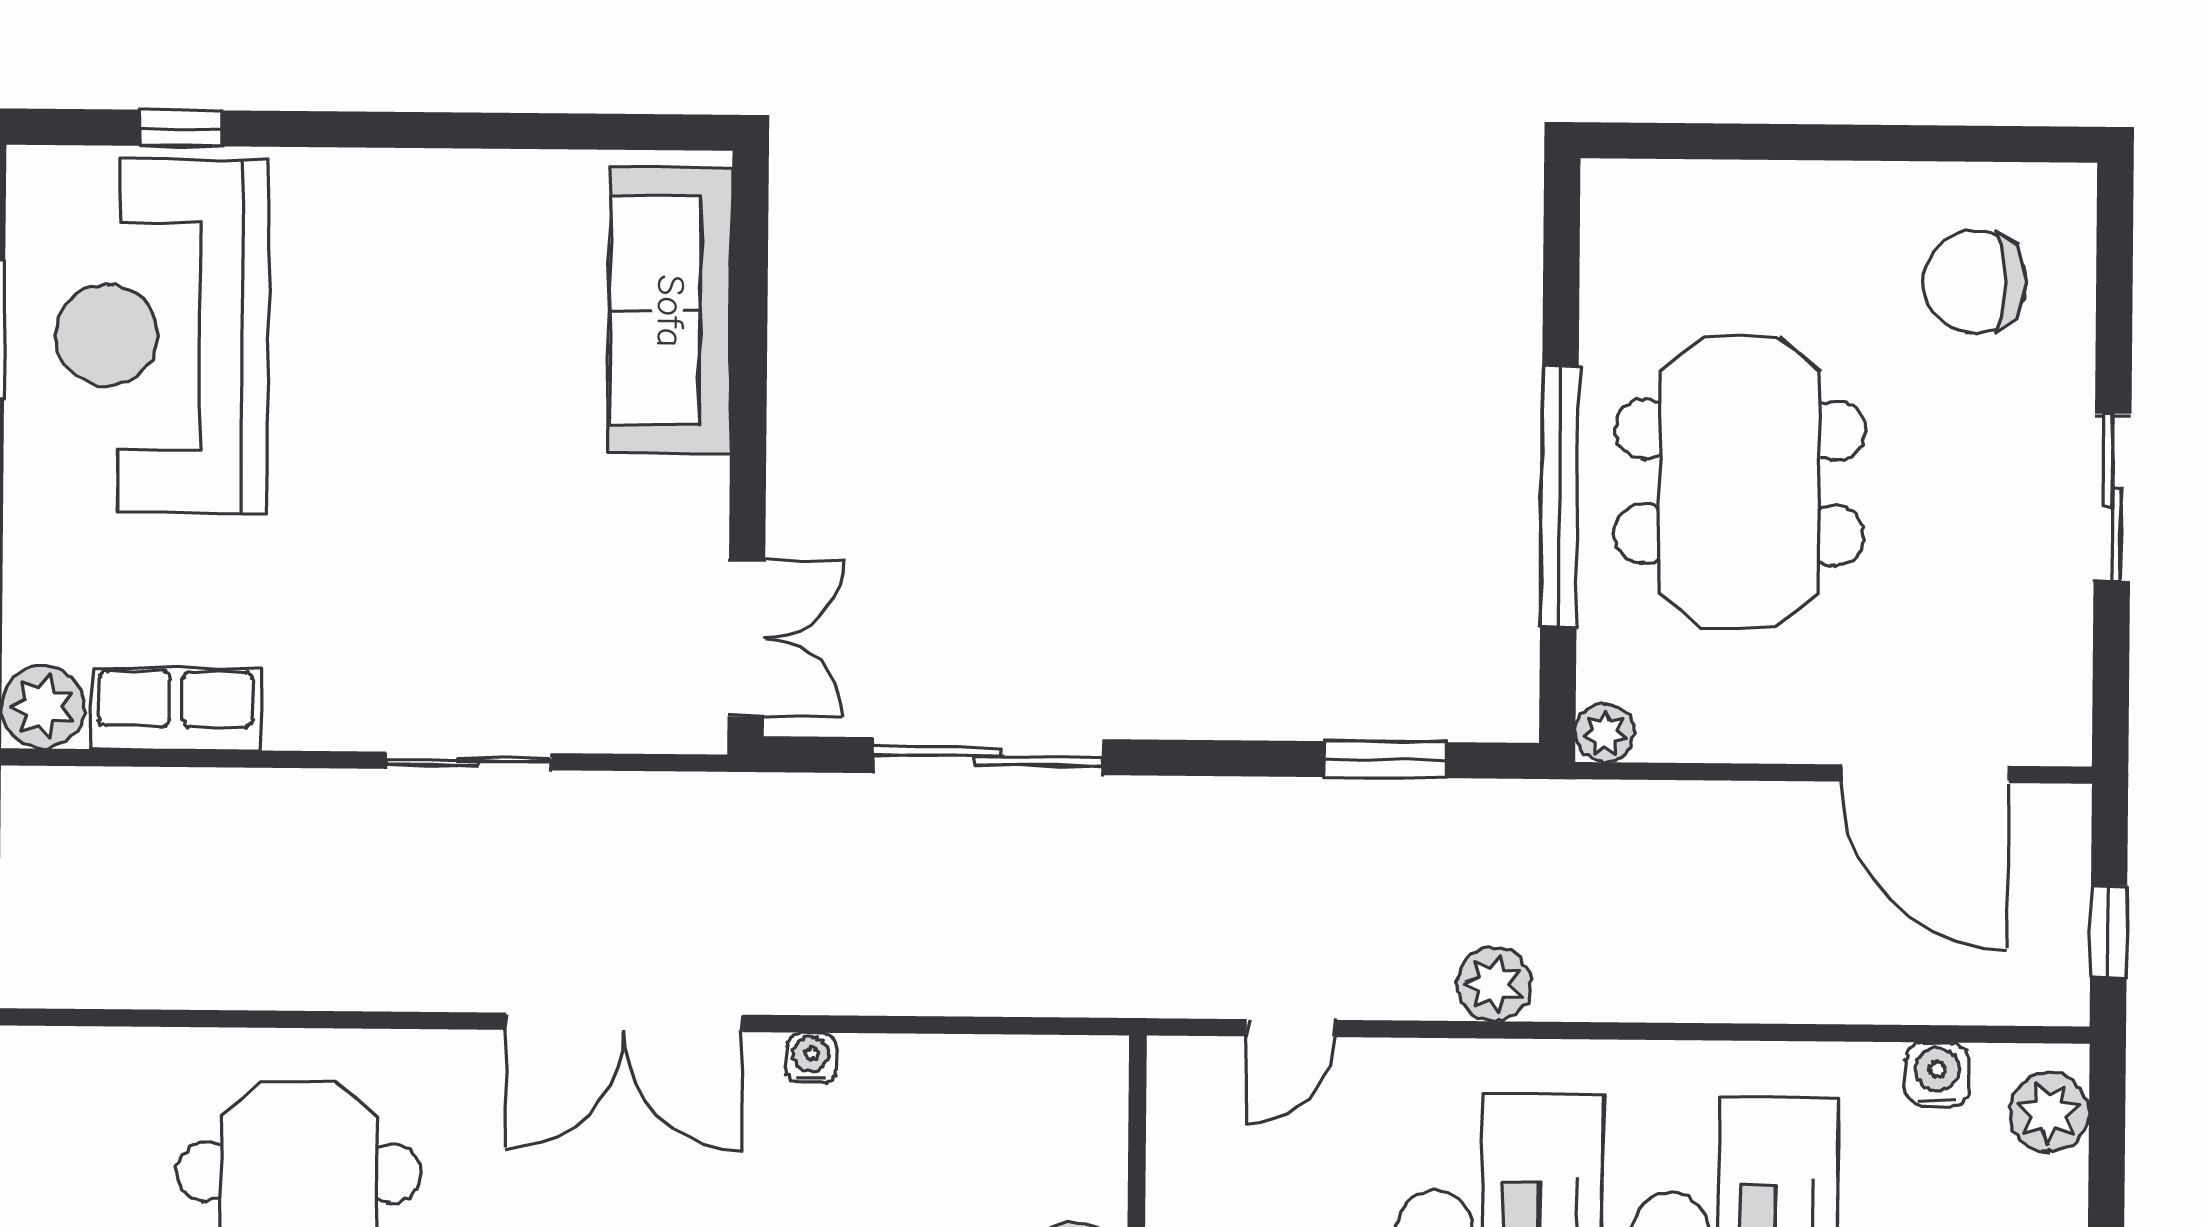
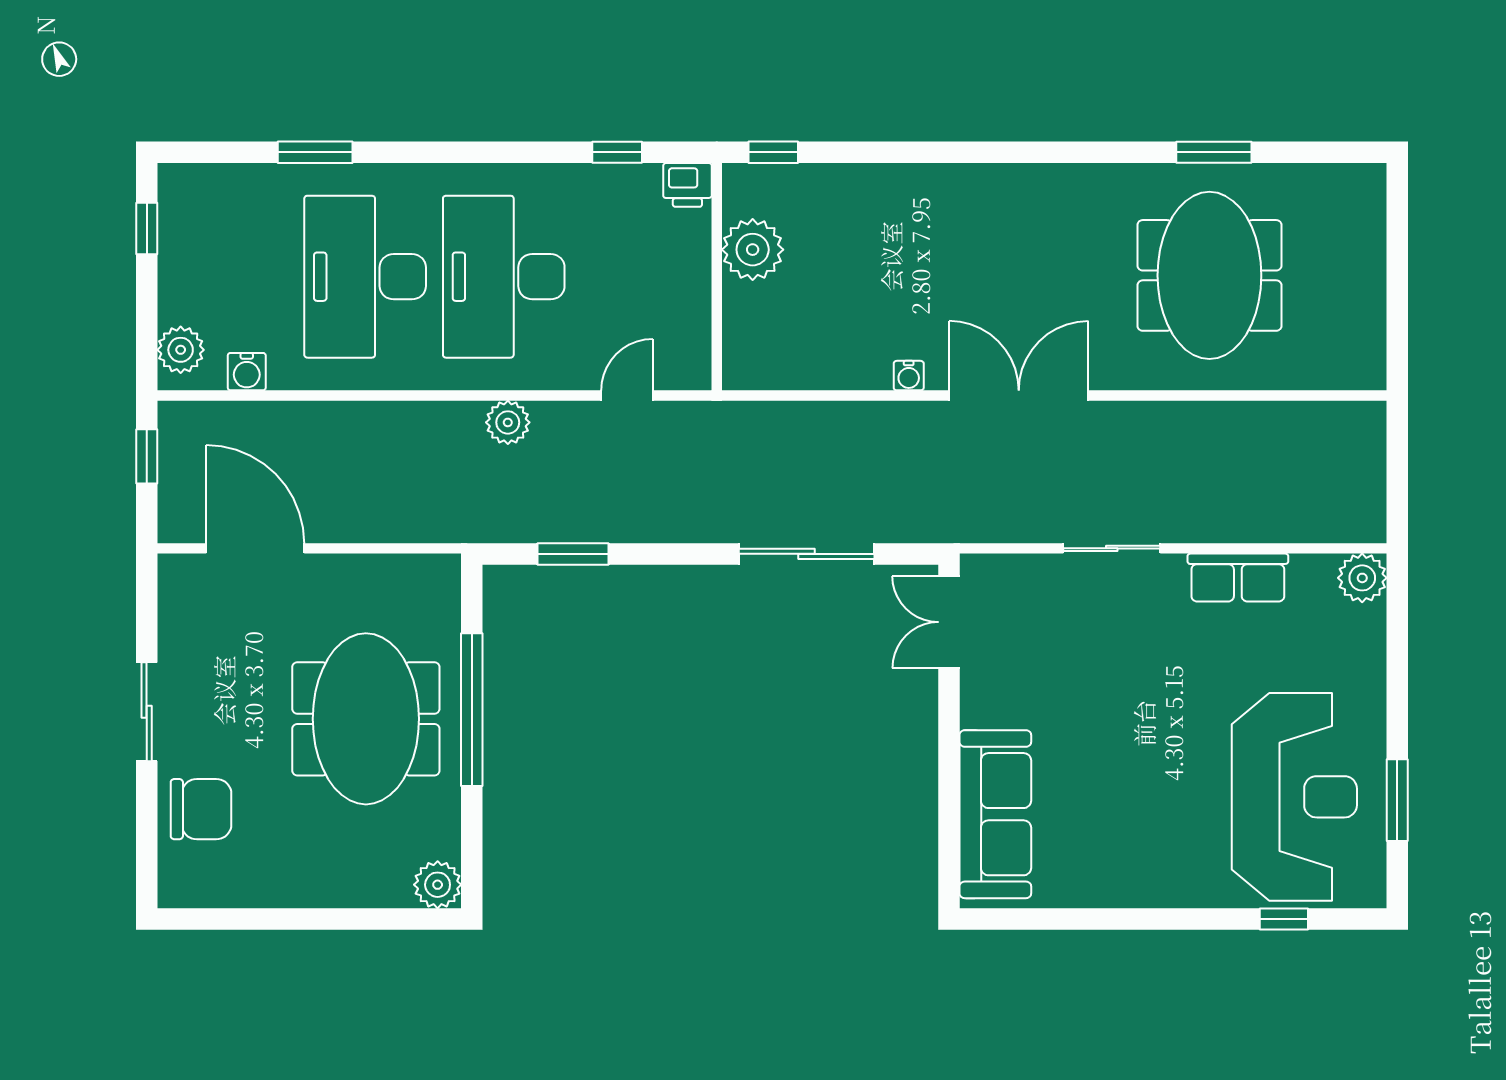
chair: (1974, 282) -> (201, 809), moved
row of seats: (176, 709) -> (1238, 578), moved
plant: (1605, 733) -> (438, 885), moved, width x1.38, depth x1.38

